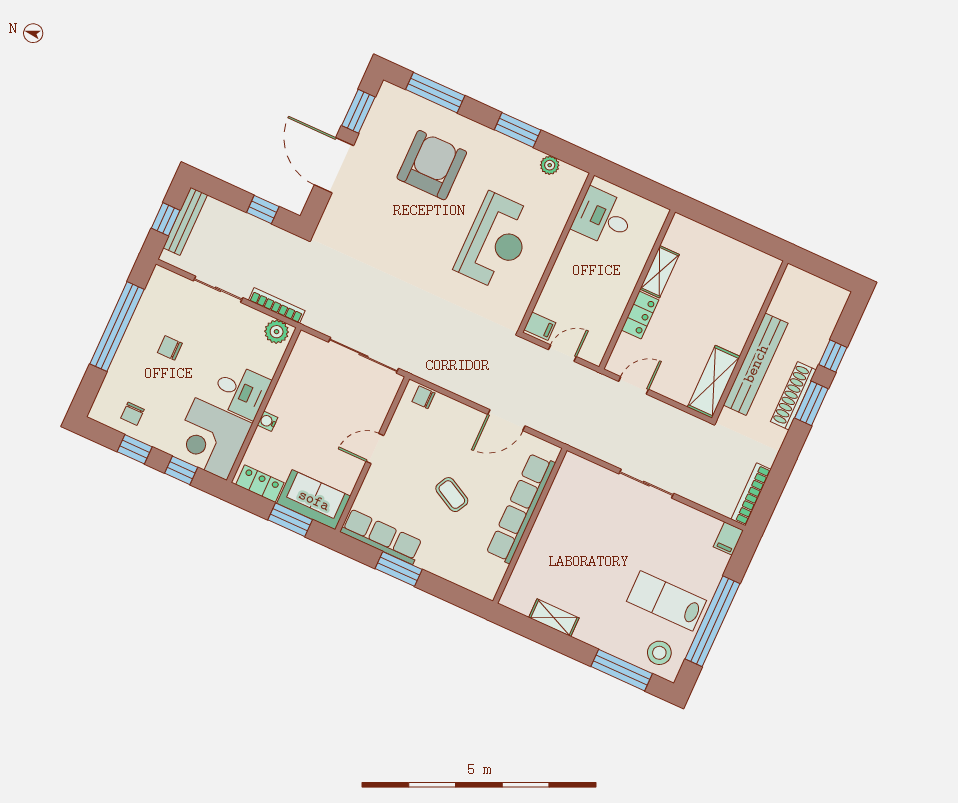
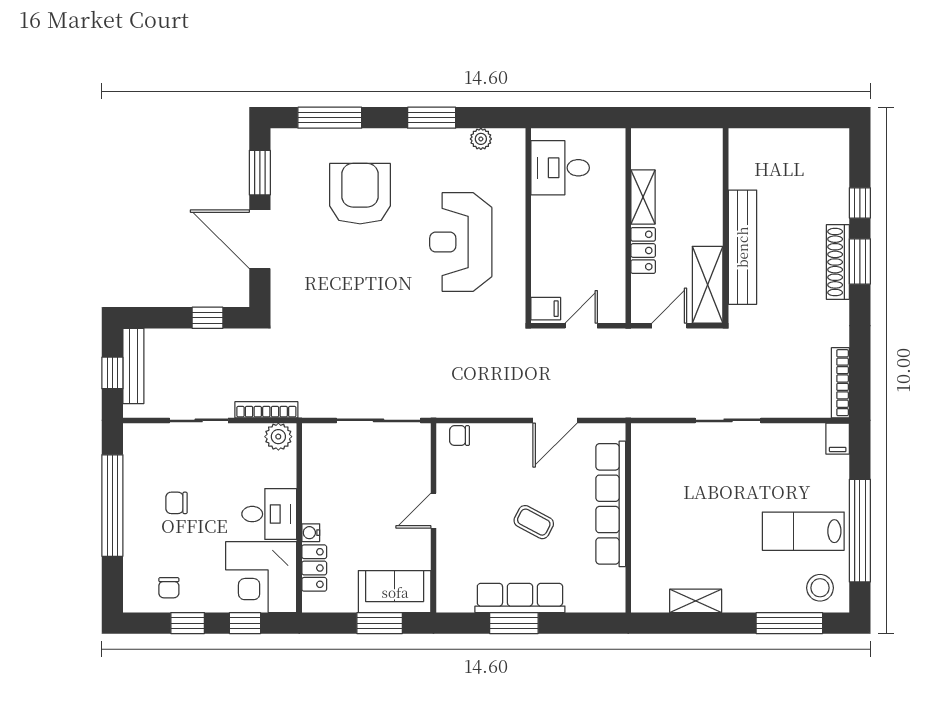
reception desk: (496, 241) -> (461, 242), turned 180
wall: (750, 341) -> (726, 226), moved
bench: (756, 364) -> (742, 247), moved
shelving: (714, 382) -> (708, 285), moved
locker: (260, 484) -> (314, 568), moved, turned 90
row of seats: (381, 537) -> (520, 598), moved

